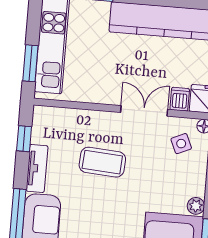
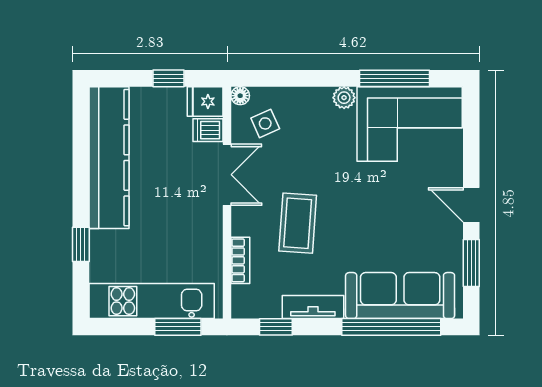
double door: (144, 111) -> (227, 175), swing flipped
bookcase: (77, 116) -> (240, 260), added

